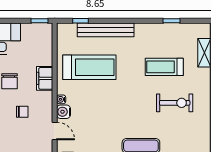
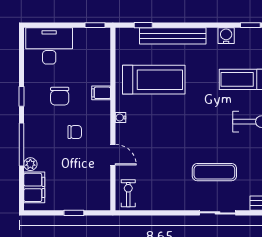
filing cabinet: (45, 78) -> (101, 93), width x0.50
water cooler: (64, 112) -> (226, 36), moved, turned 90

